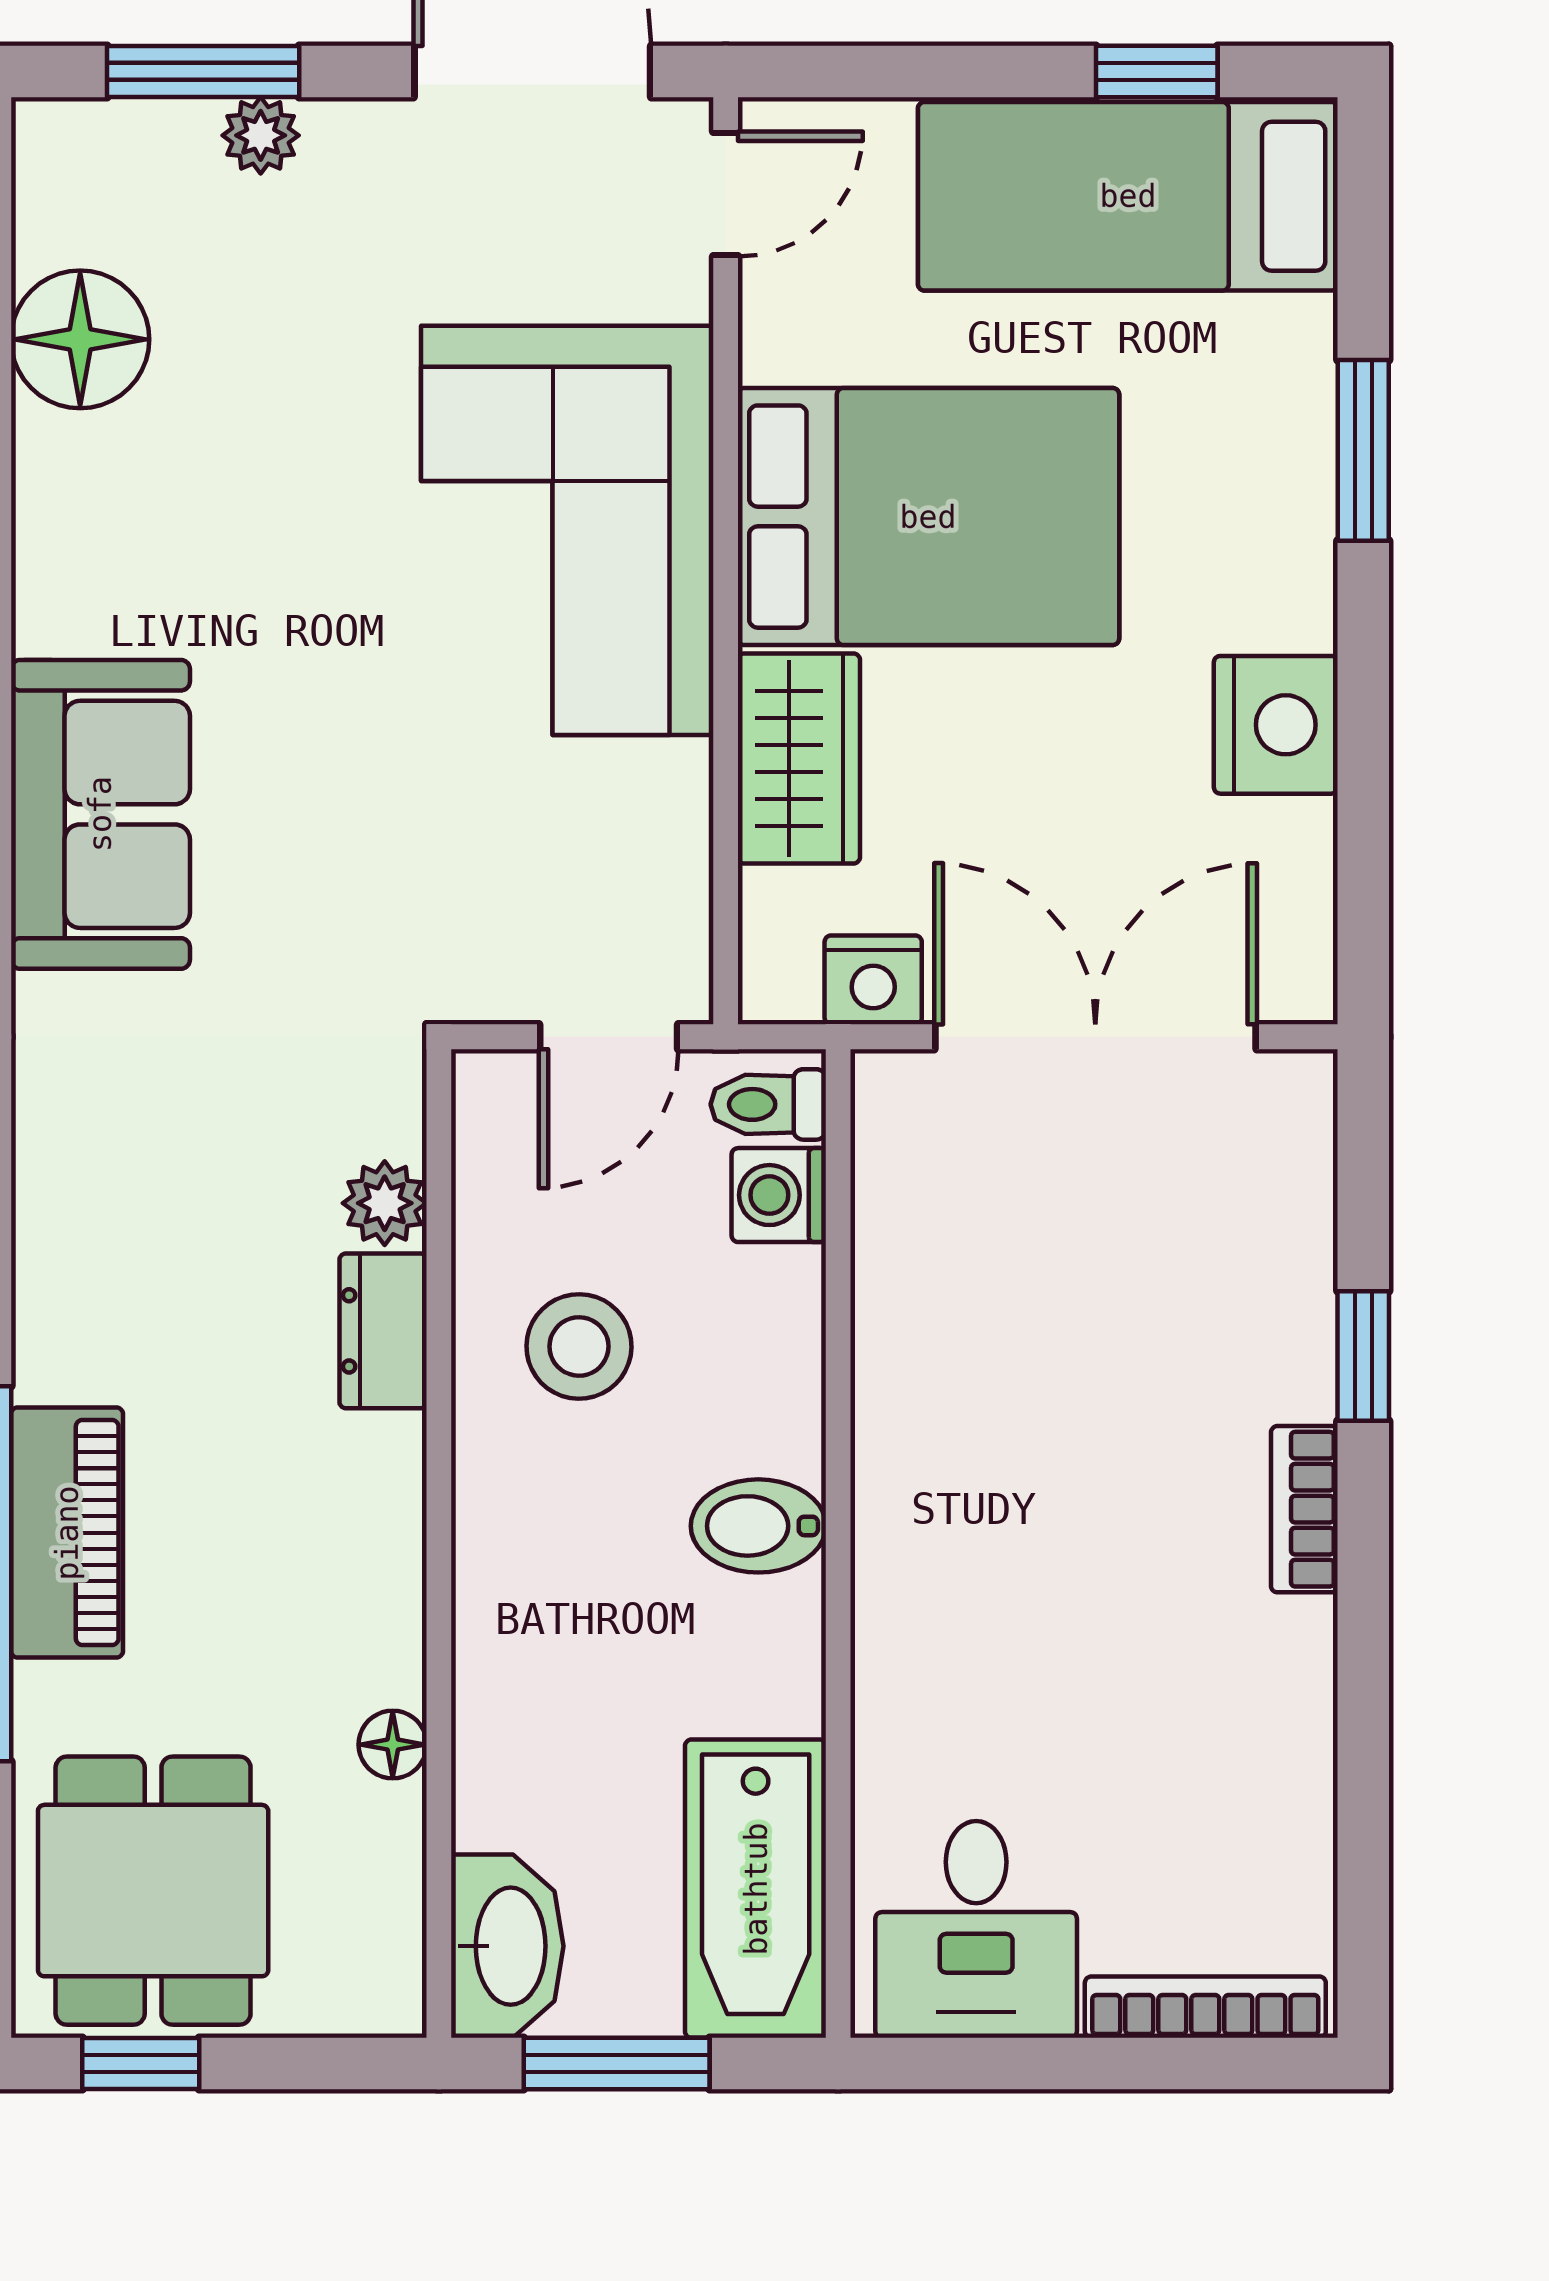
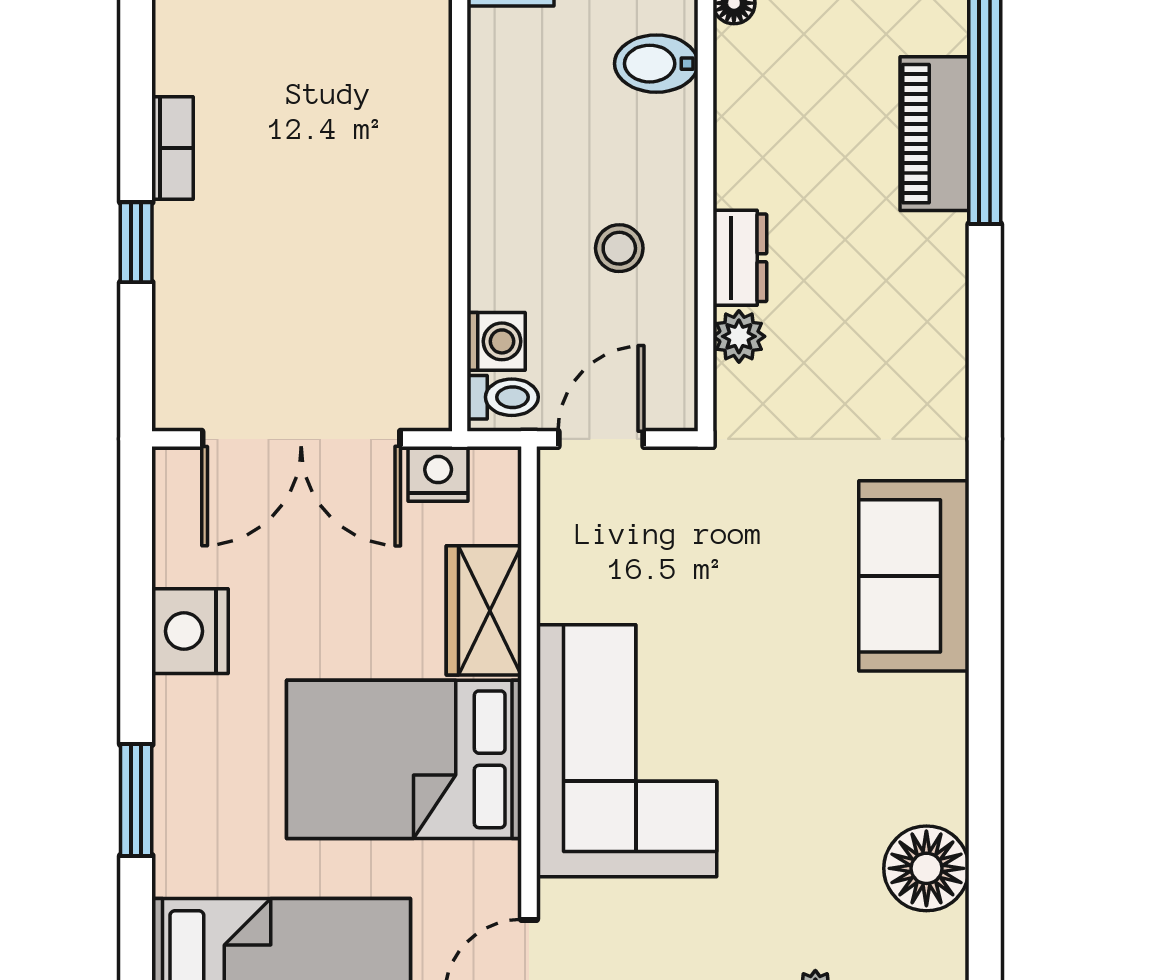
stool: (579, 1346) -> (619, 248), width x0.73, depth x0.73
bidet: (758, 1526) -> (656, 64), moved, turned 180

